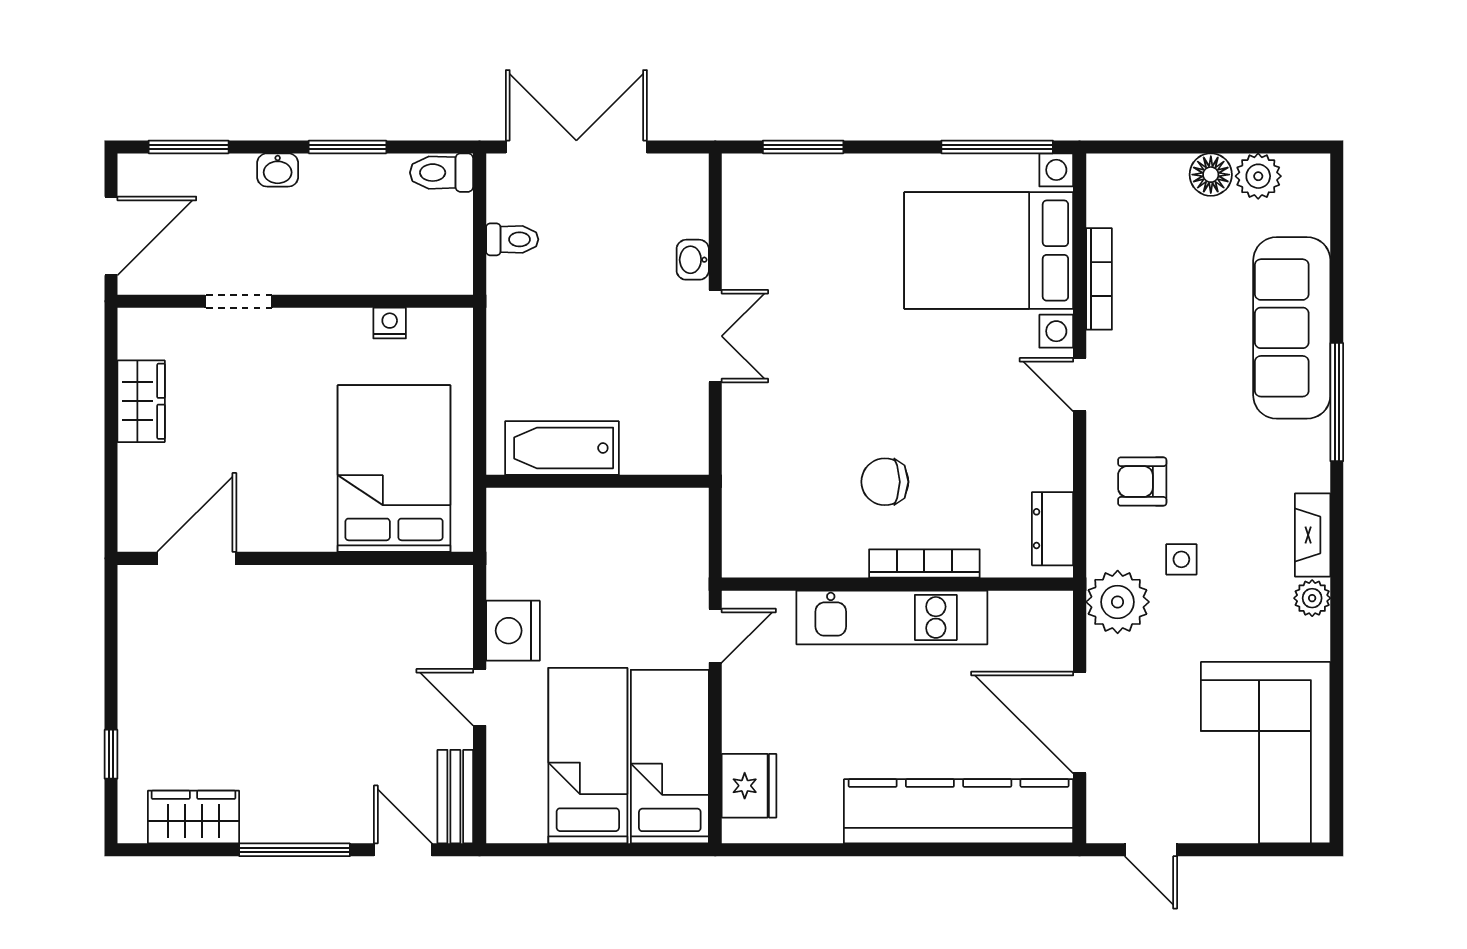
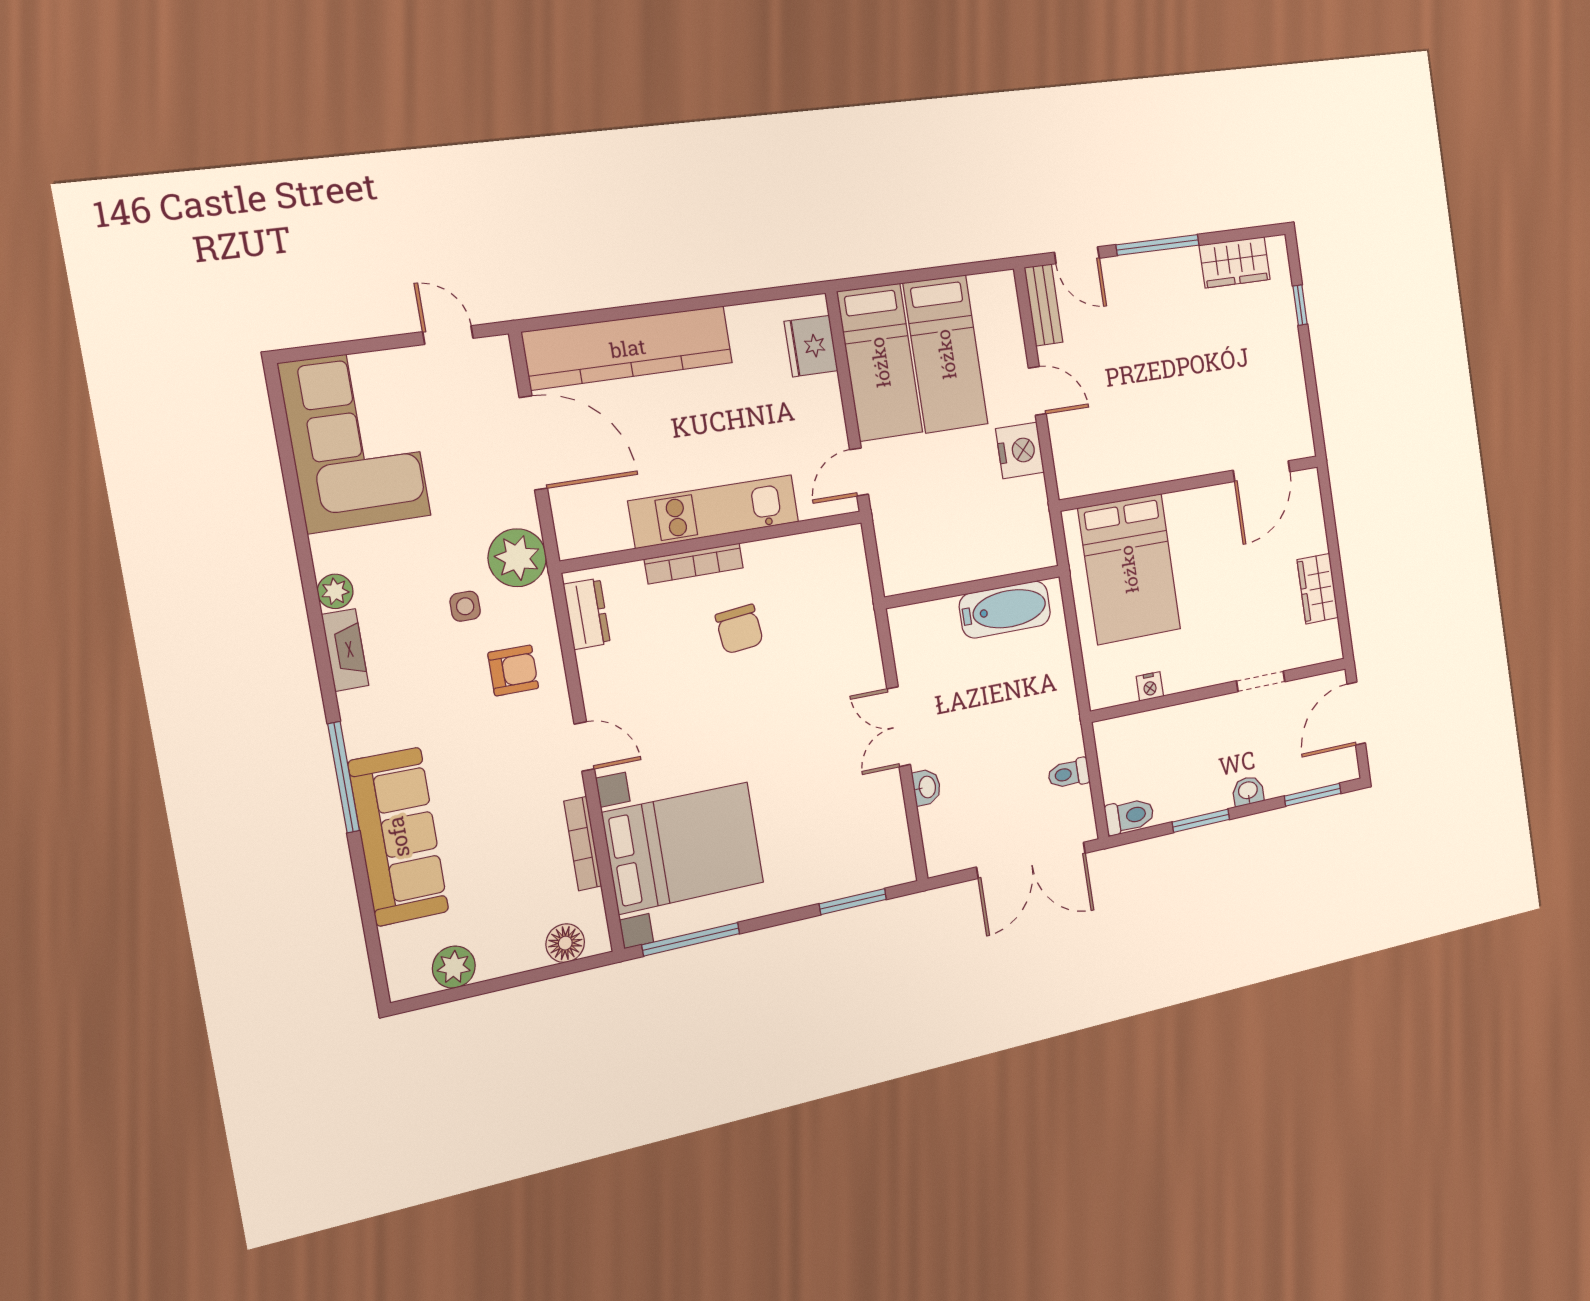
floor lamp: (1211, 175) -> (565, 943), moved
chair: (885, 482) -> (739, 629), turned 84

